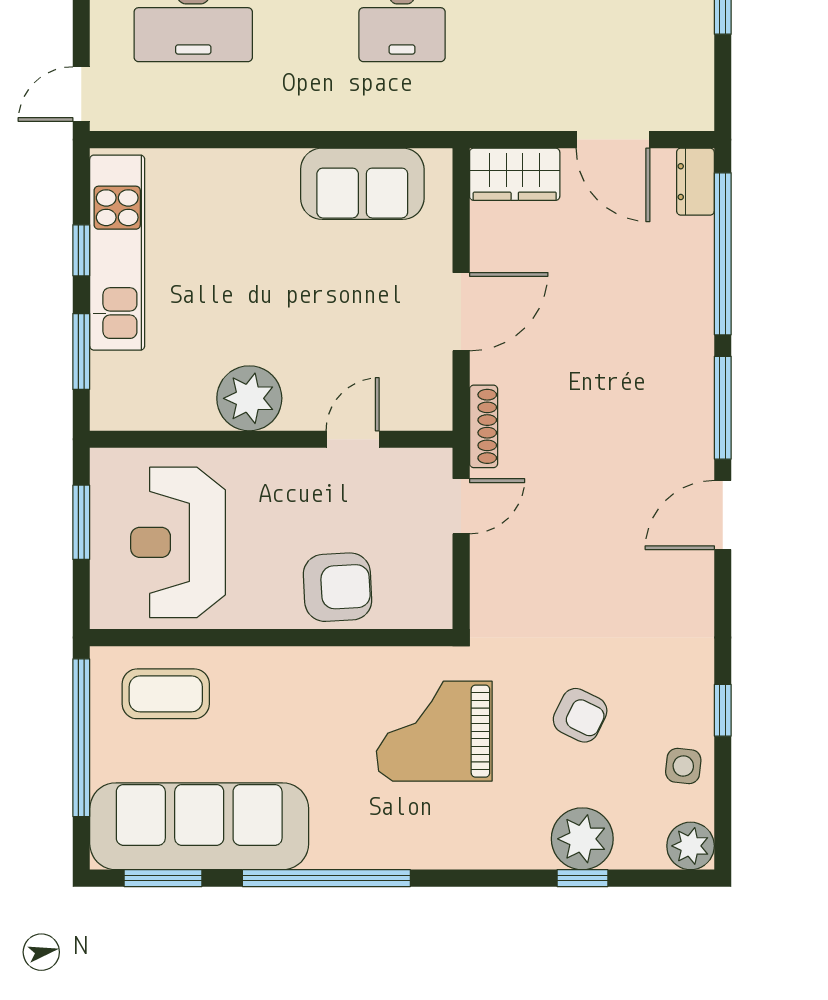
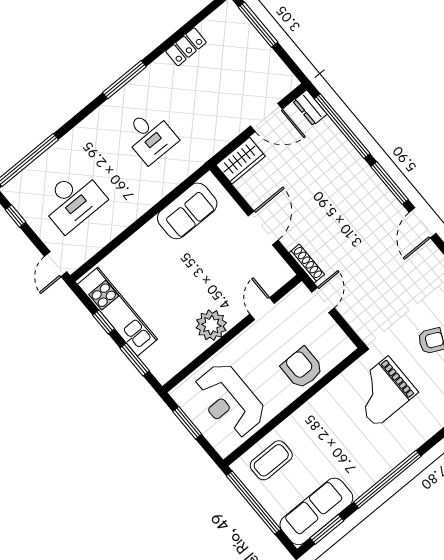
armchair: (338, 587) -> (302, 368), turned -87
sofa: (199, 826) -> (316, 511), width x0.74, depth x0.79

